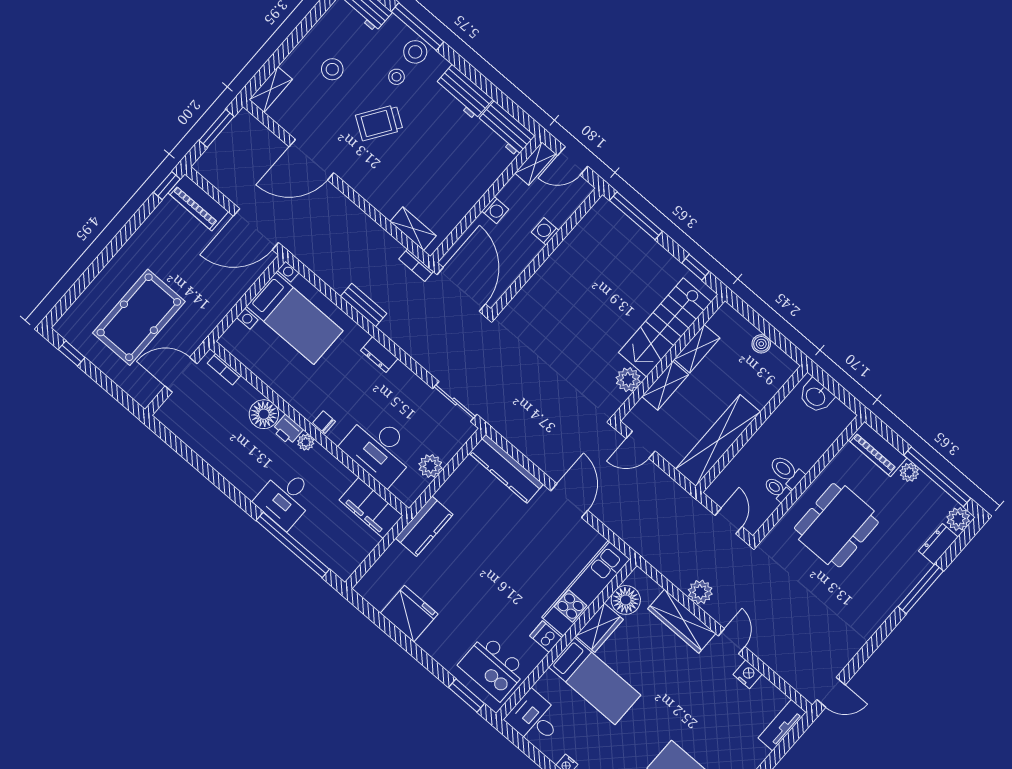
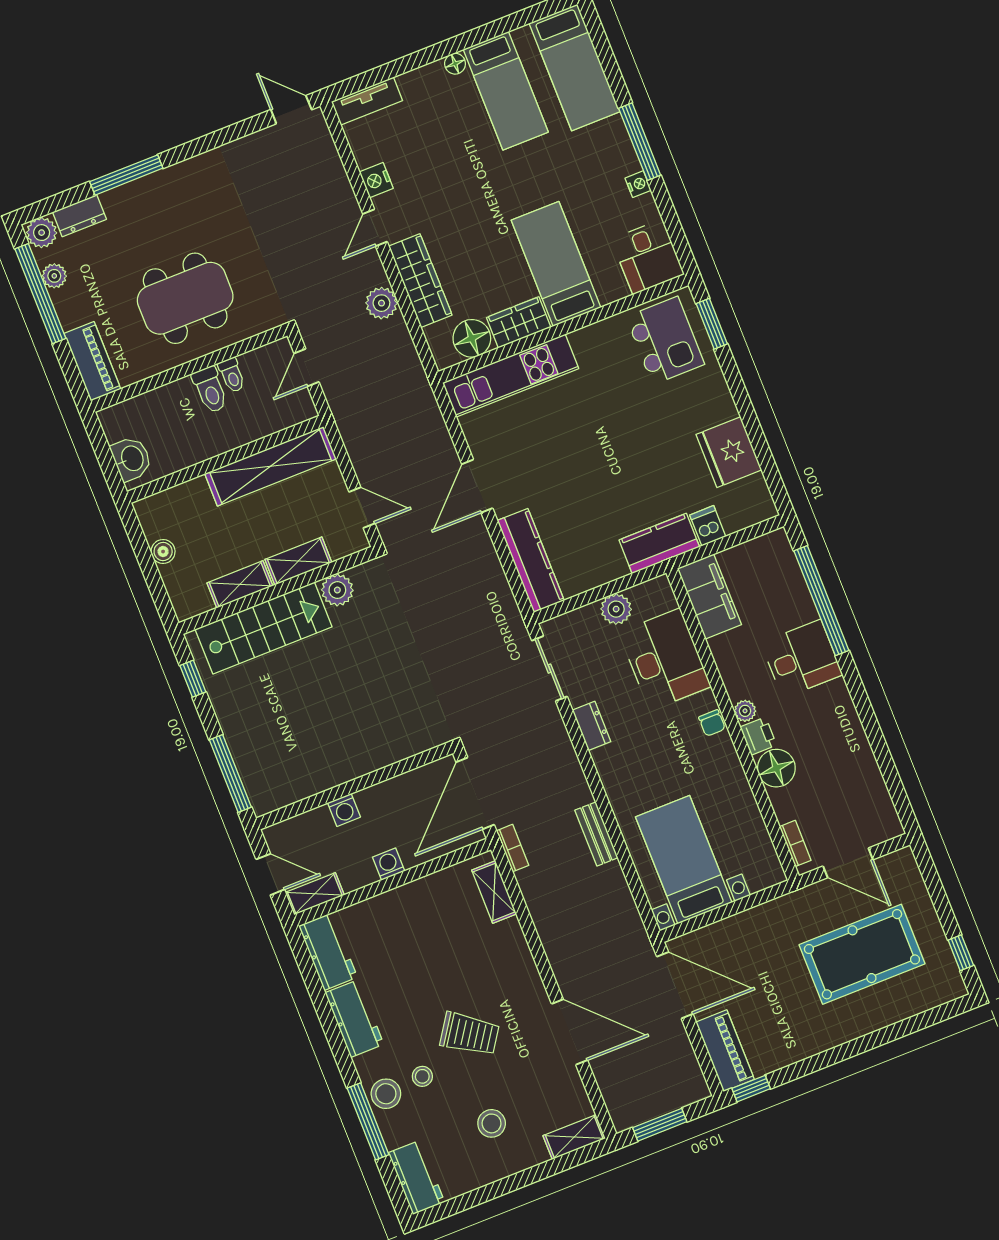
dresser: (379, 354) -> (592, 726), moved
plant: (909, 472) -> (54, 276), moved
dishwasher: (546, 637) -> (708, 526), moved, turned 180

